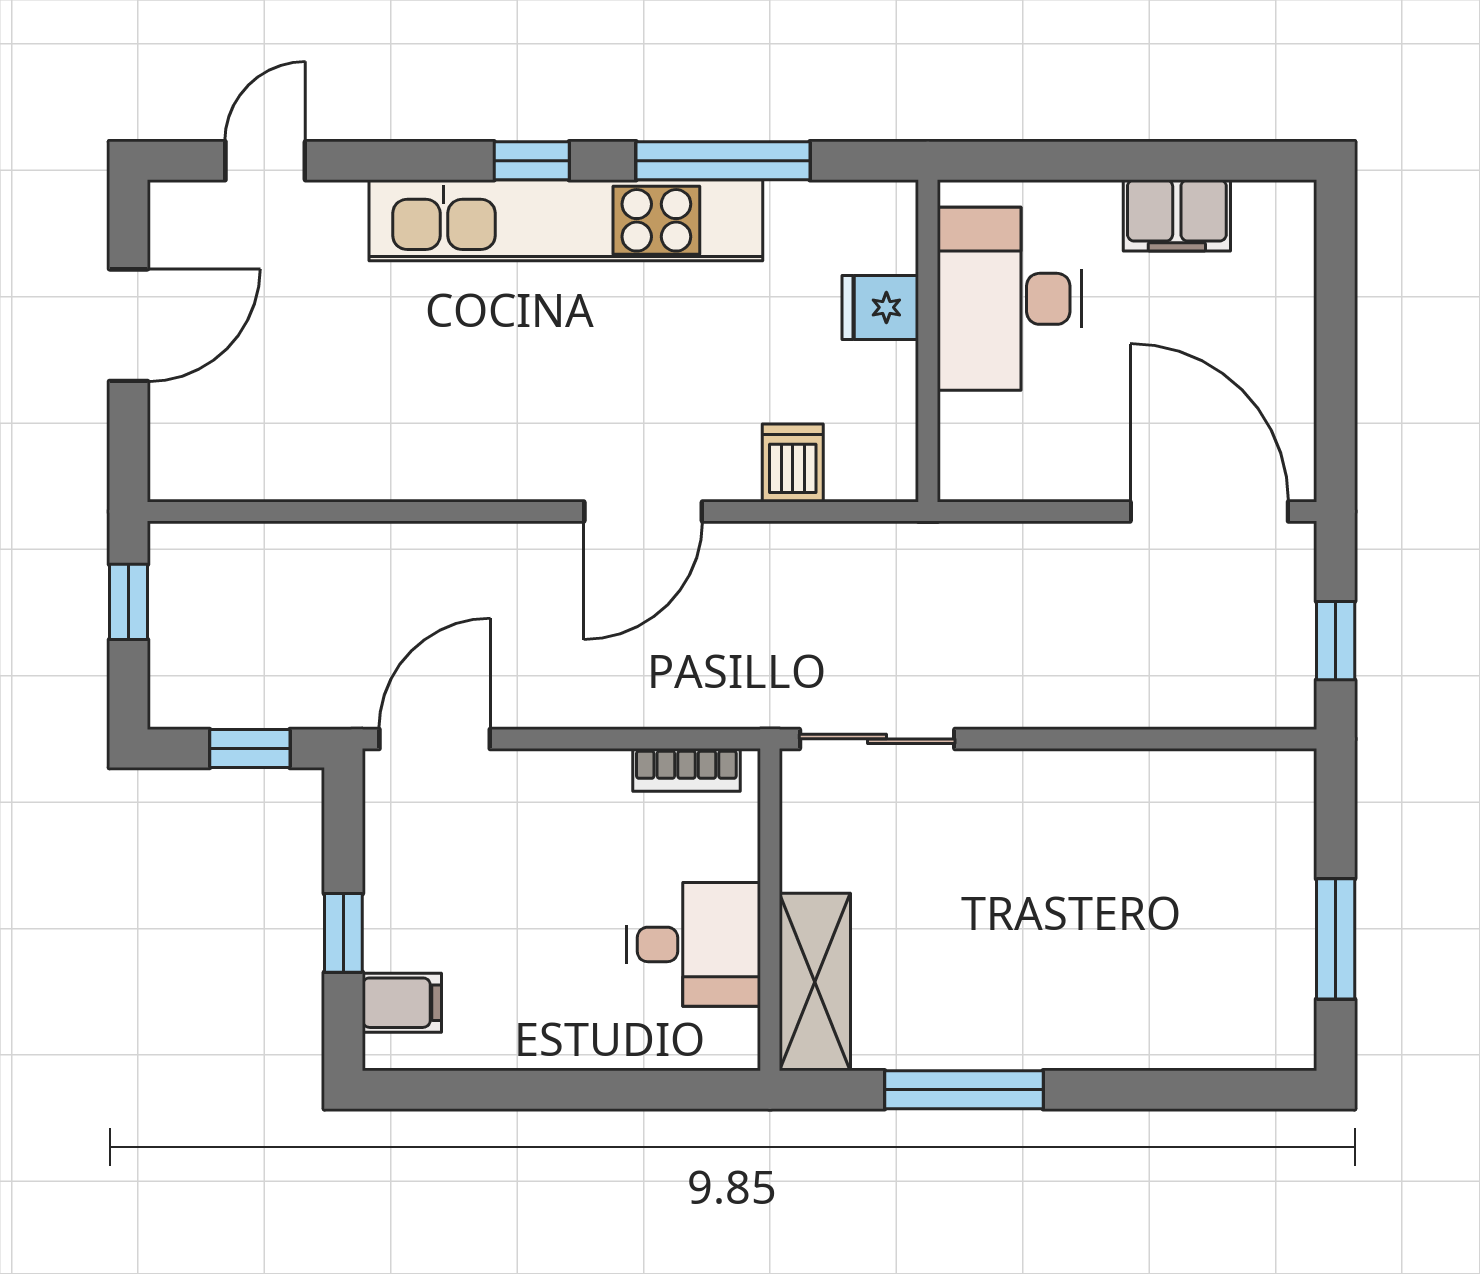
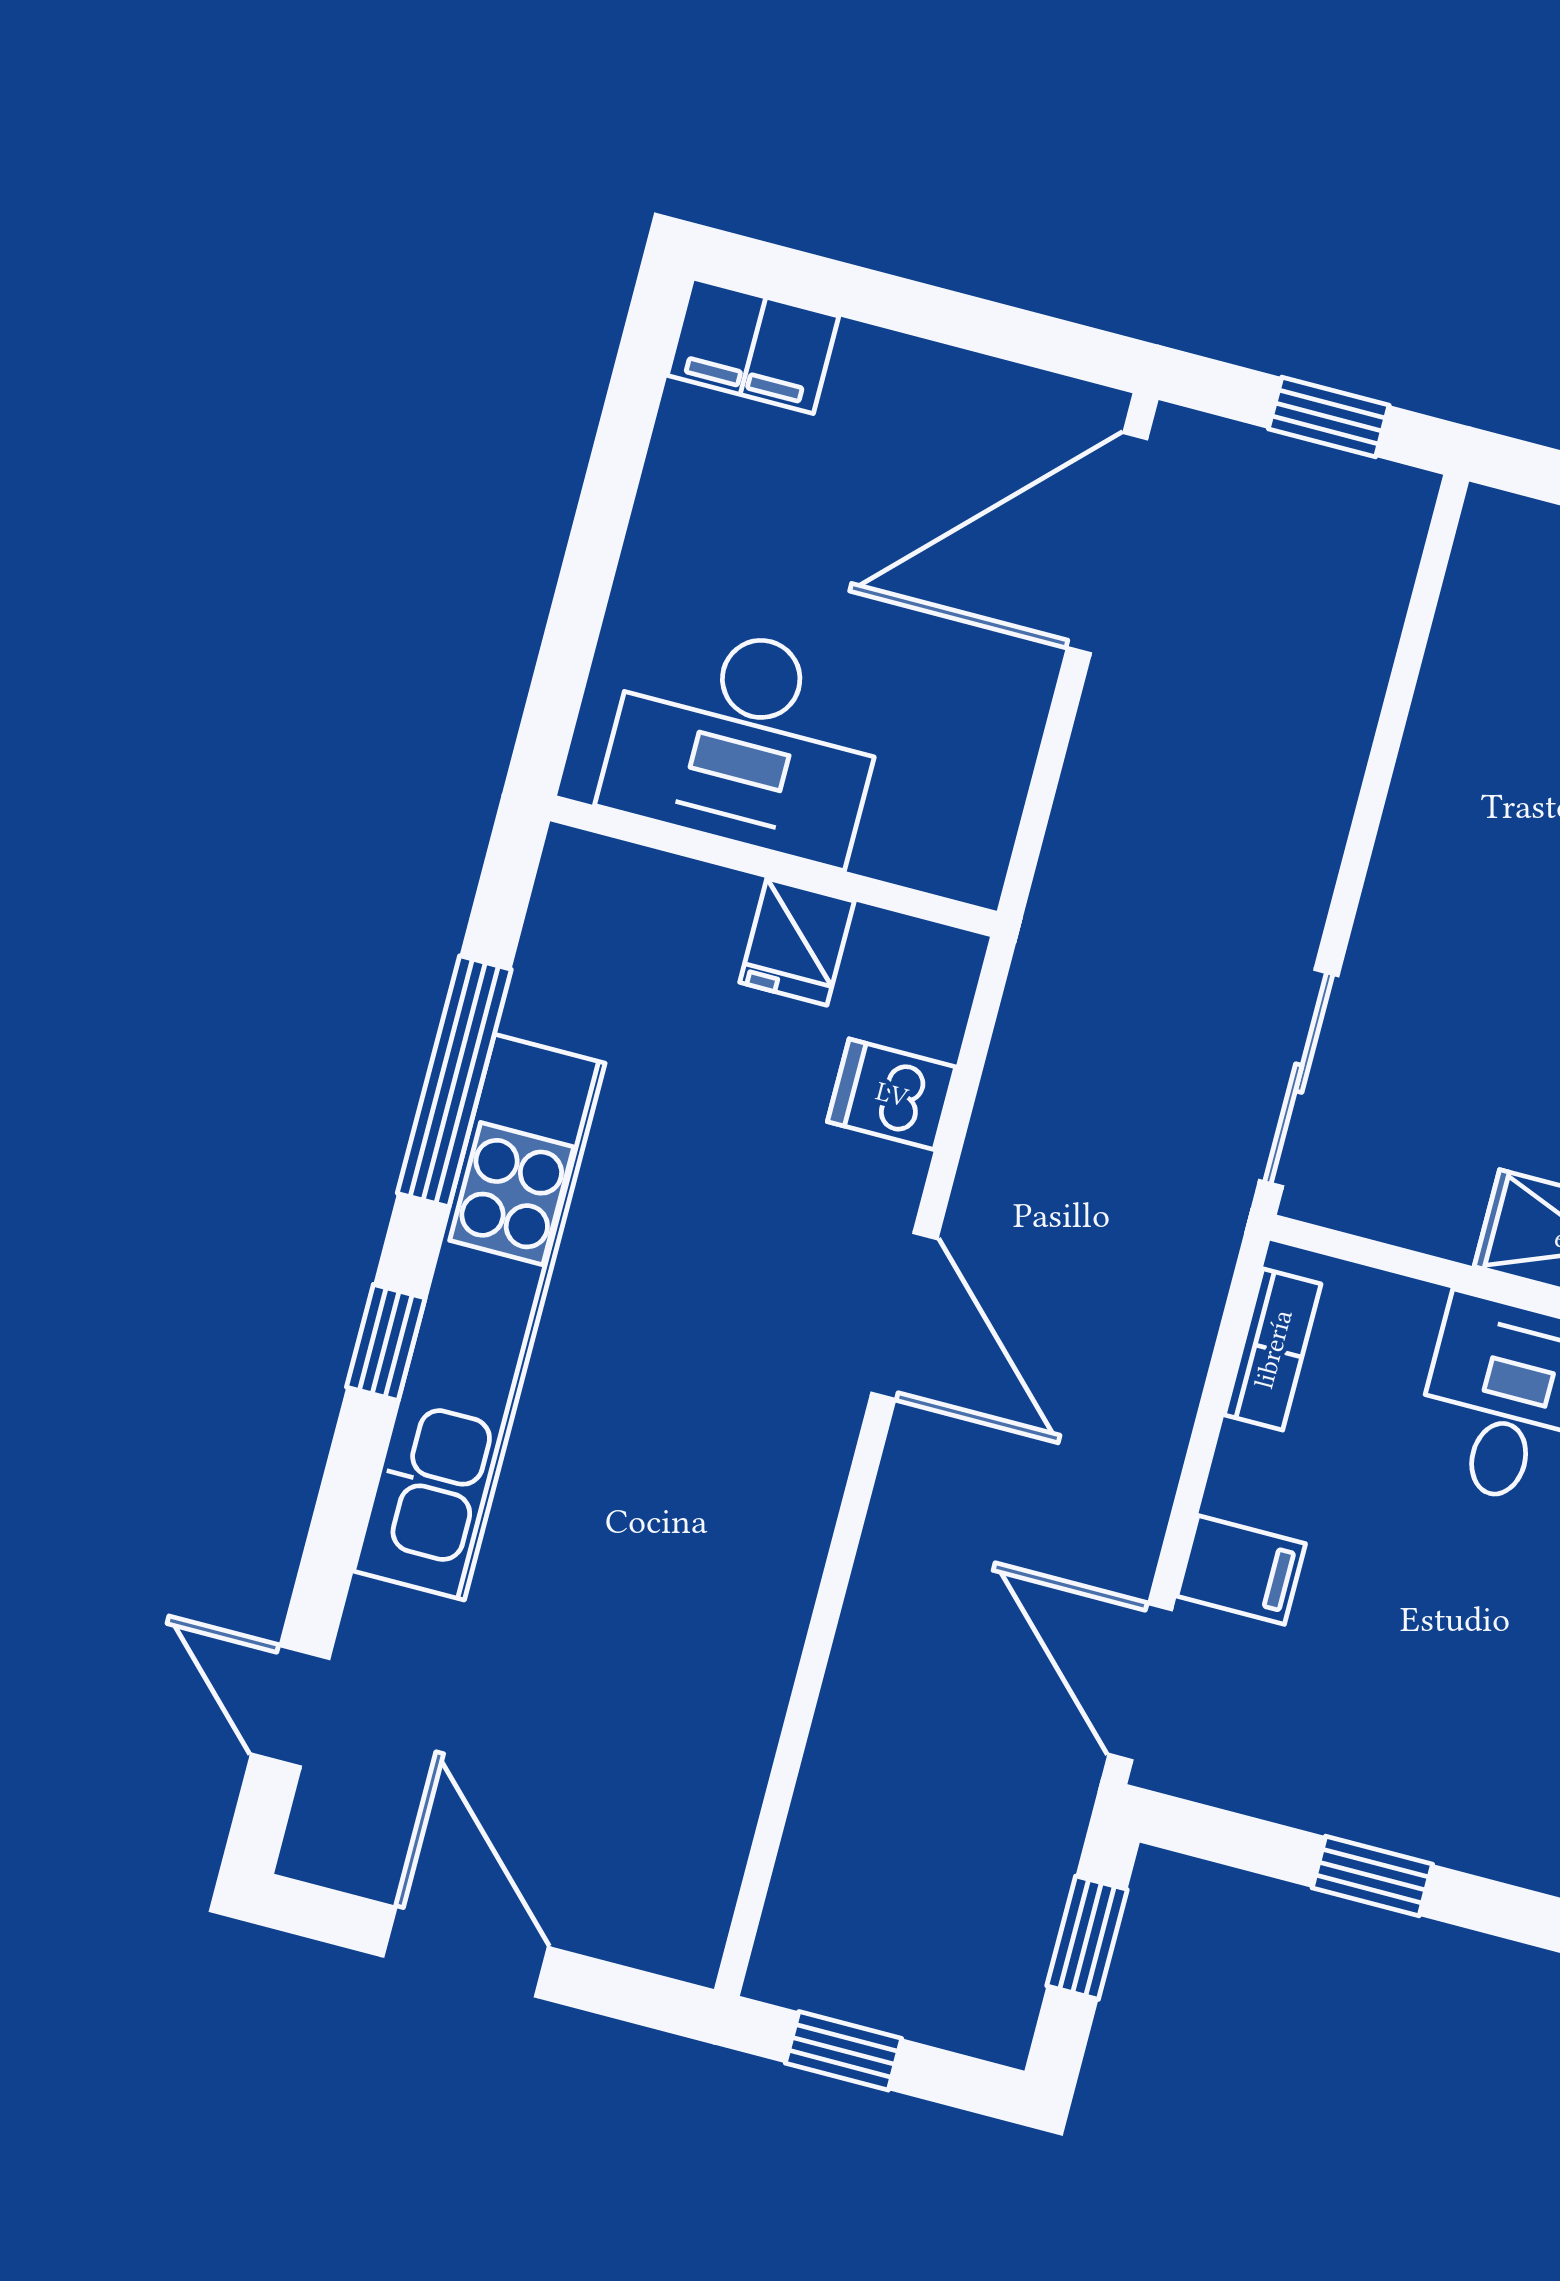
filing cabinet: (1177, 215) -> (753, 346), moved, turned 90
fridge: (880, 307) -> (797, 942), moved
filing cabinet: (402, 1003) -> (1241, 1570), moved, turned 90

